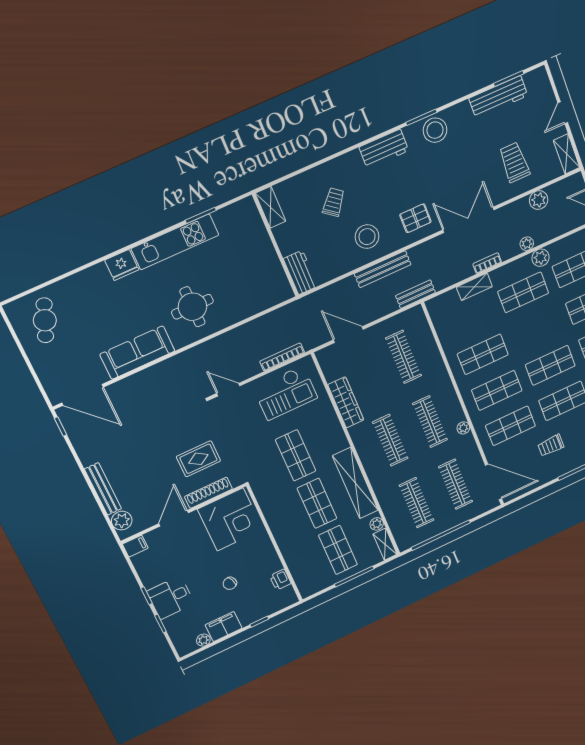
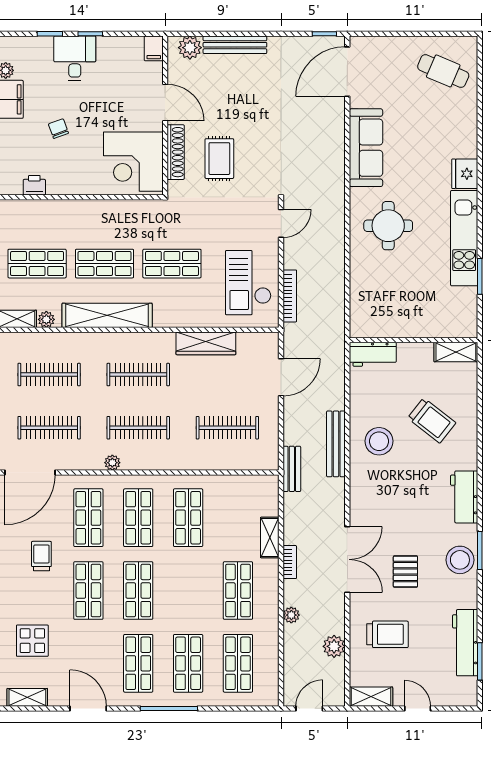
trolley: (334, 202) -> (432, 420), width x1.36, depth x1.39
pallet: (415, 218) -> (405, 572), moved
plant: (541, 258) -> (268, 625), removed

